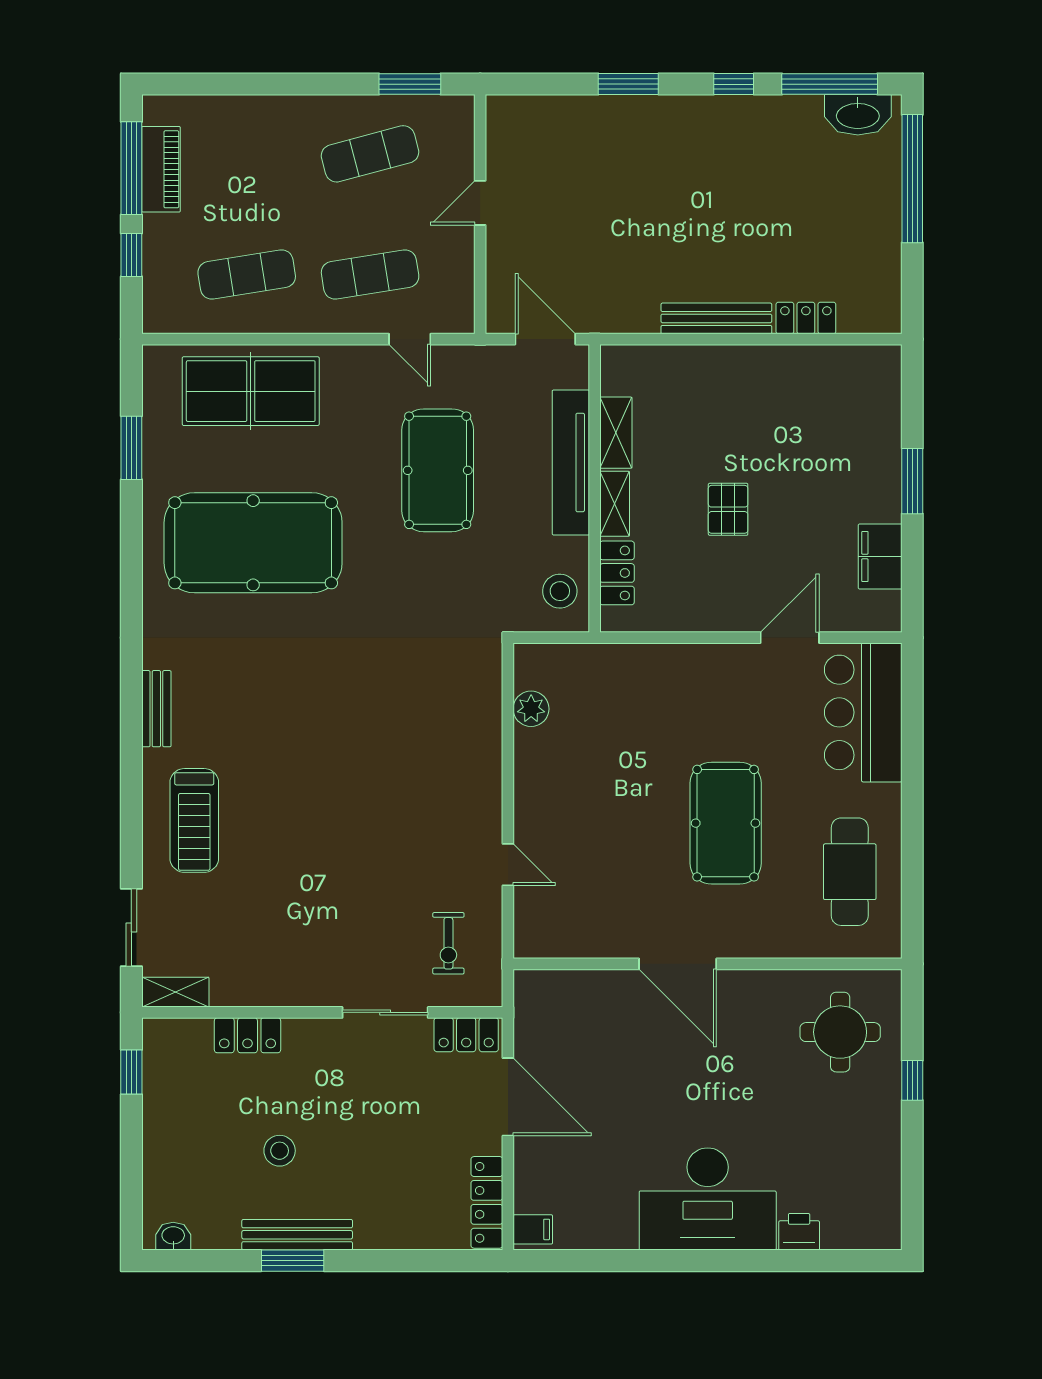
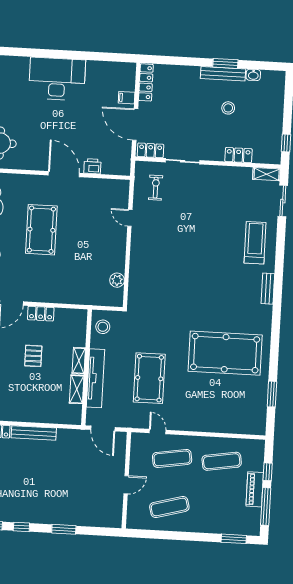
window: (410, 84) -> (234, 539), moved
piano: (161, 169) -> (255, 489), moved
table tennis table: (251, 391) -> (223, 414), removed
locker: (617, 573) -> (41, 314), moved, turned -90
filing cabinet: (533, 1229) -> (127, 98), moved
printer: (799, 1232) -> (92, 166), moved, turned 180
washbasin: (173, 1236) -> (253, 75), moved

